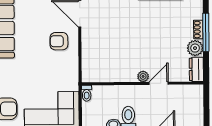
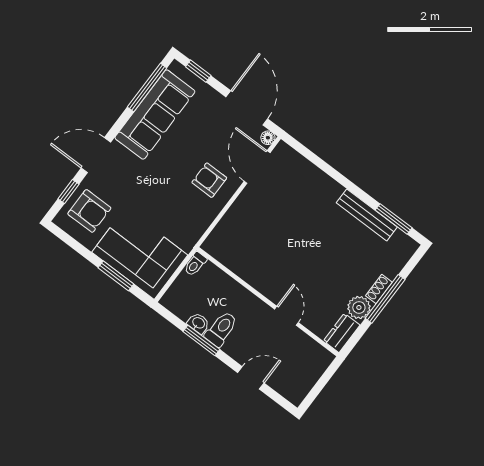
plant: (143, 76) -> (275, 294), removed
door: (159, 83) -> (286, 316), hinge flipped

